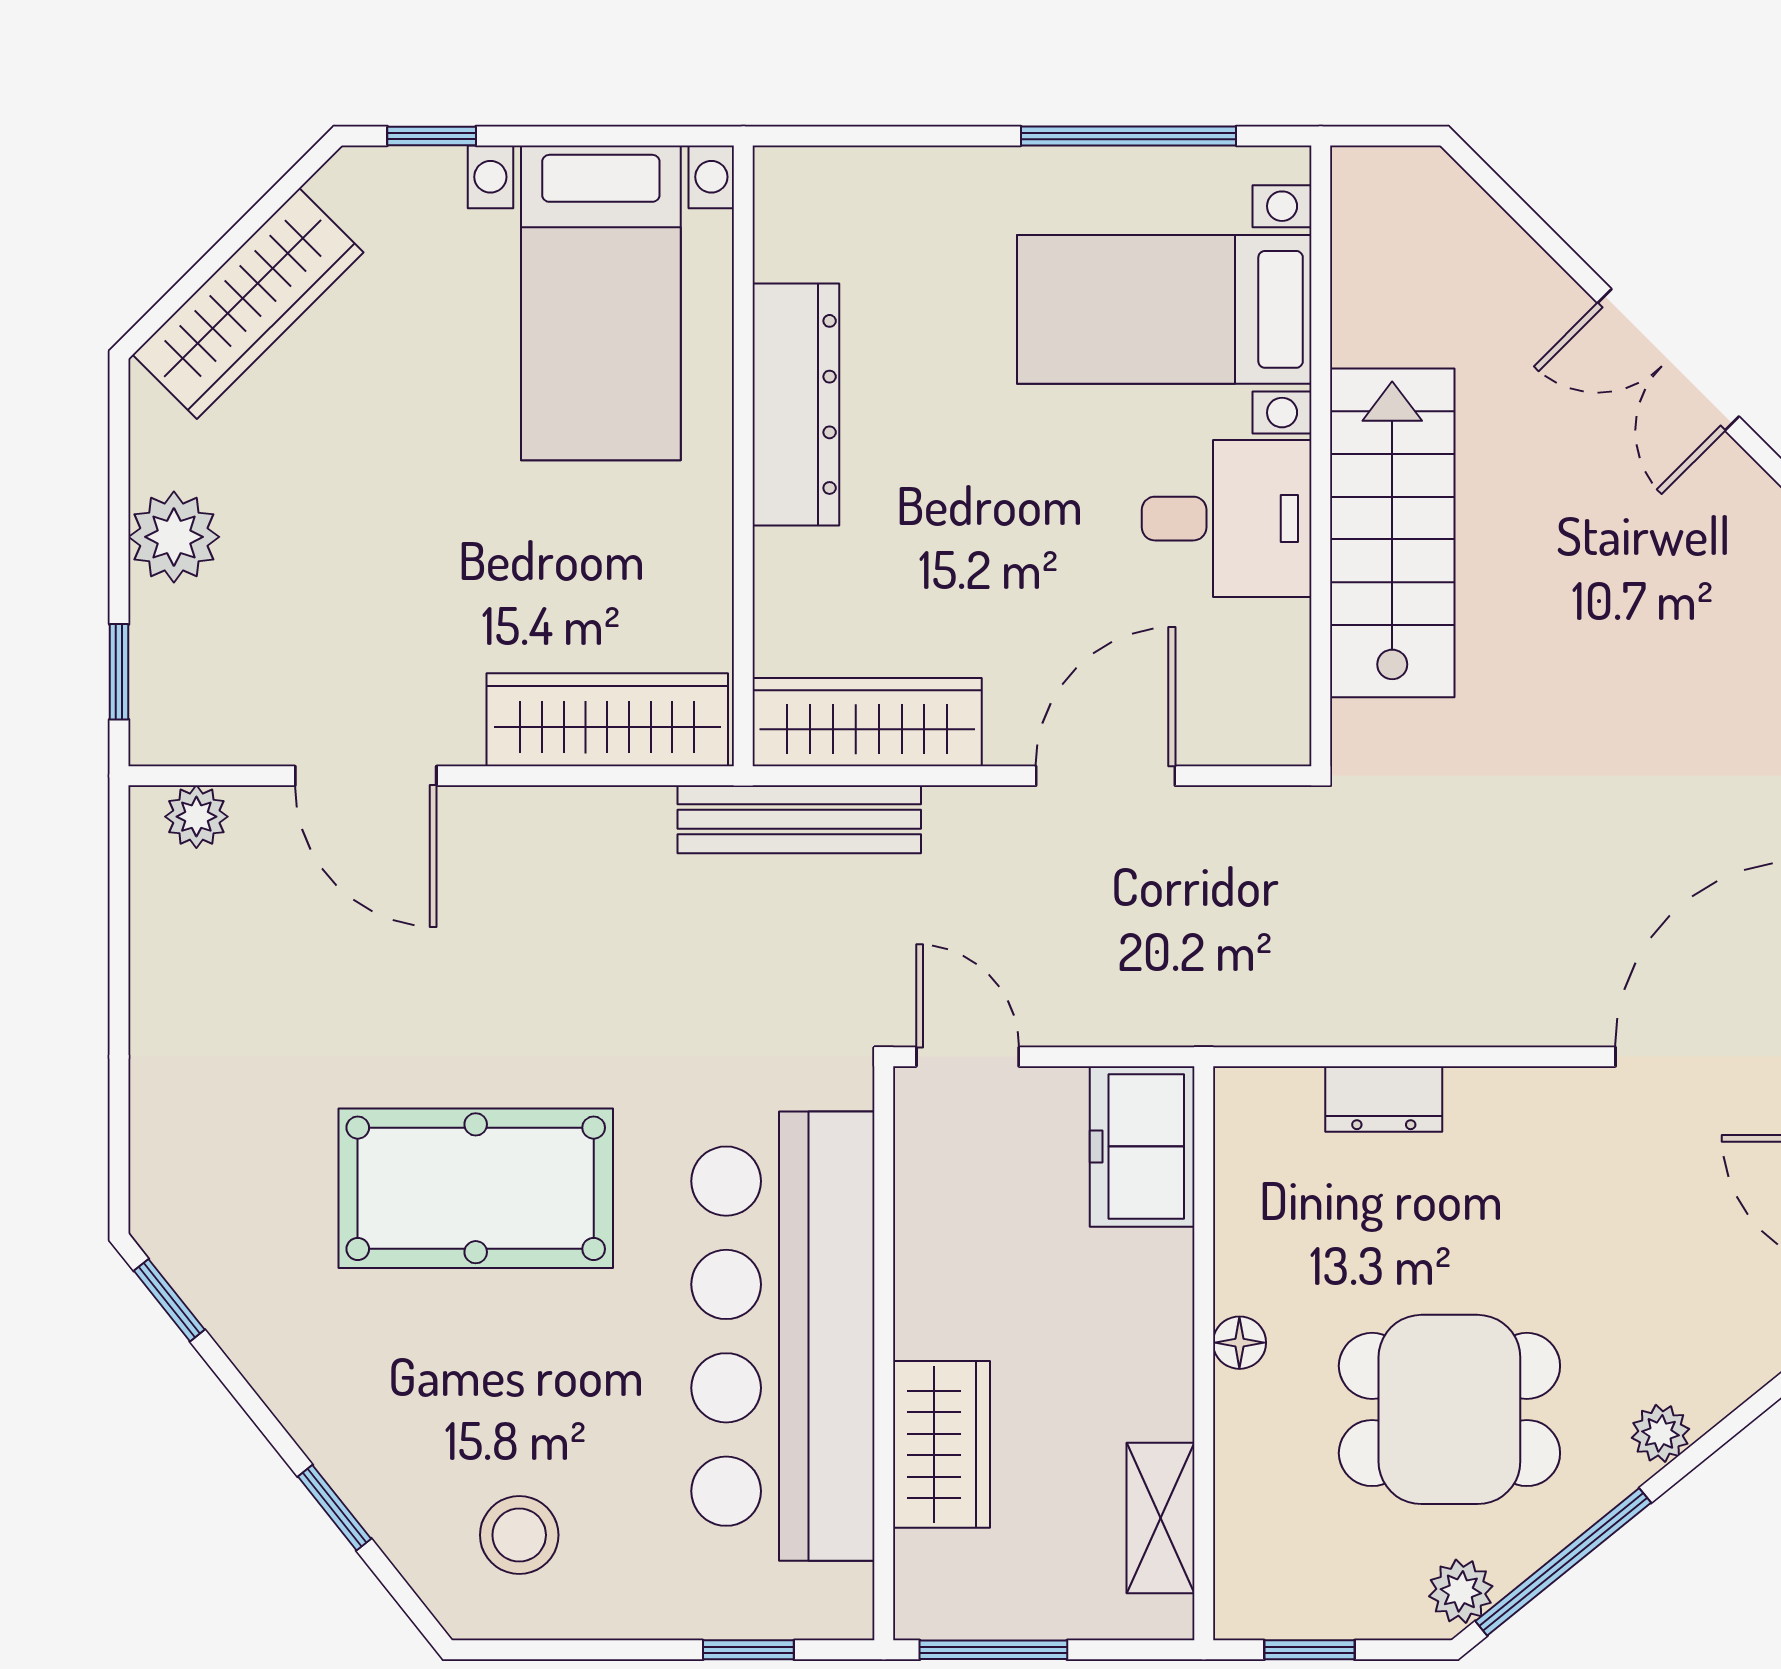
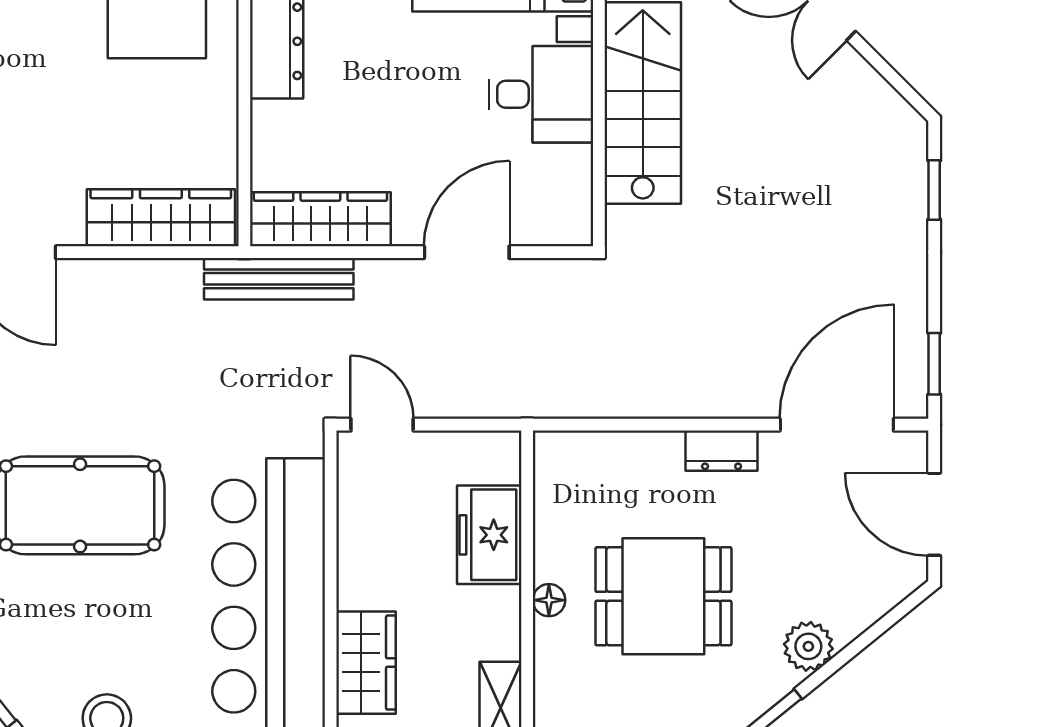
dresser: (1384, 1099) -> (722, 451), moved
freezer: (1142, 1146) -> (489, 535), moved
dining table: (1449, 1409) -> (663, 596), moved
plant: (1660, 1433) -> (808, 646), width x1.38, depth x1.38

